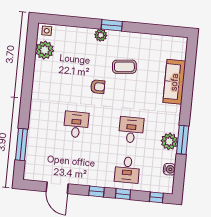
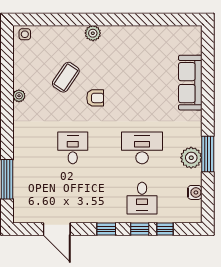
window: (112, 25) -> (105, 19), removed
plant: (45, 50) -> (19, 96), moved, width x0.53, depth x0.53
coffee table: (124, 67) -> (66, 77), moved, turned -50
desk: (131, 130) -> (142, 148), width x1.37
window: (156, 197) -> (165, 229), moved

